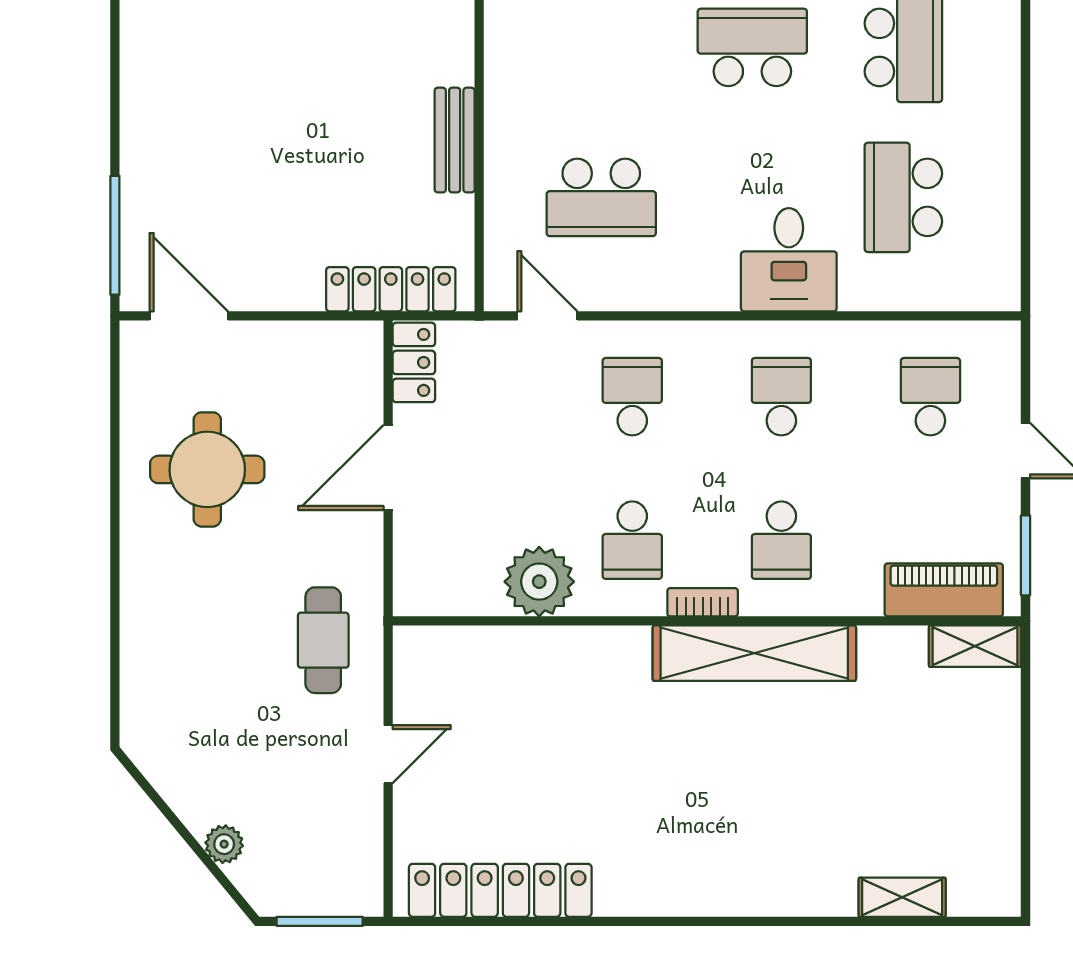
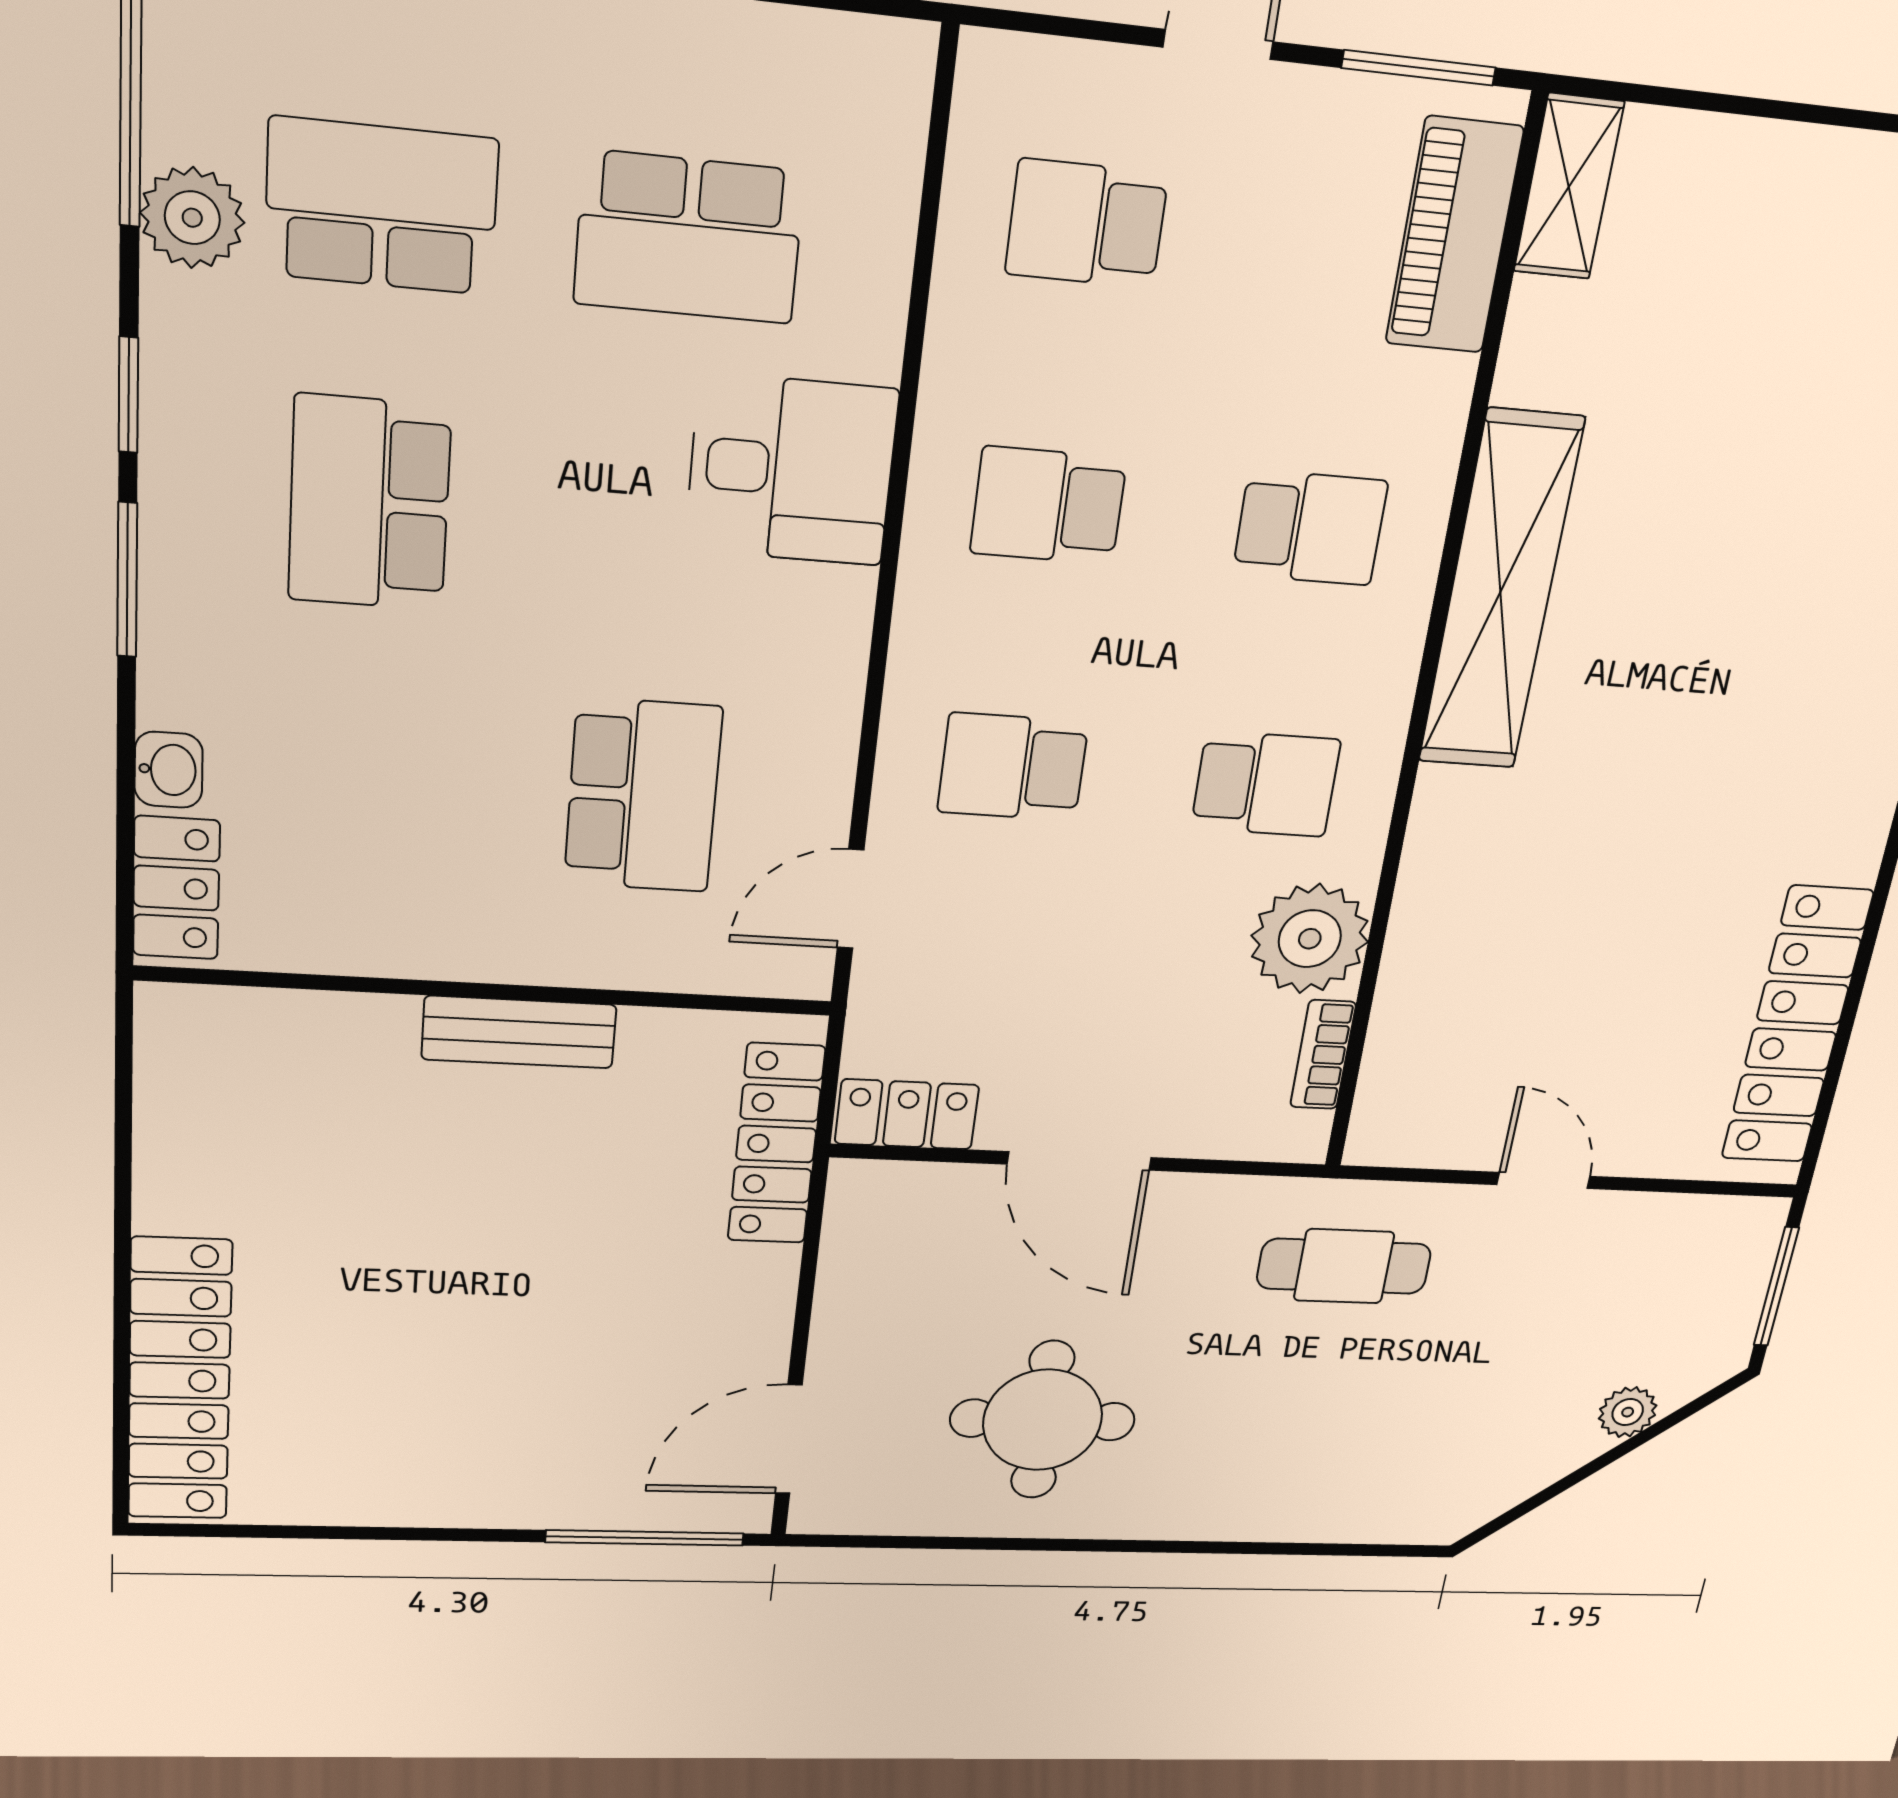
bookcase: (703, 602) -> (1323, 1055), moved

